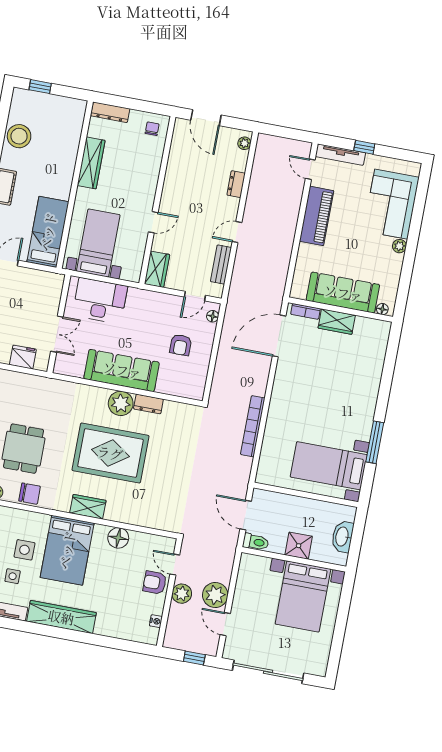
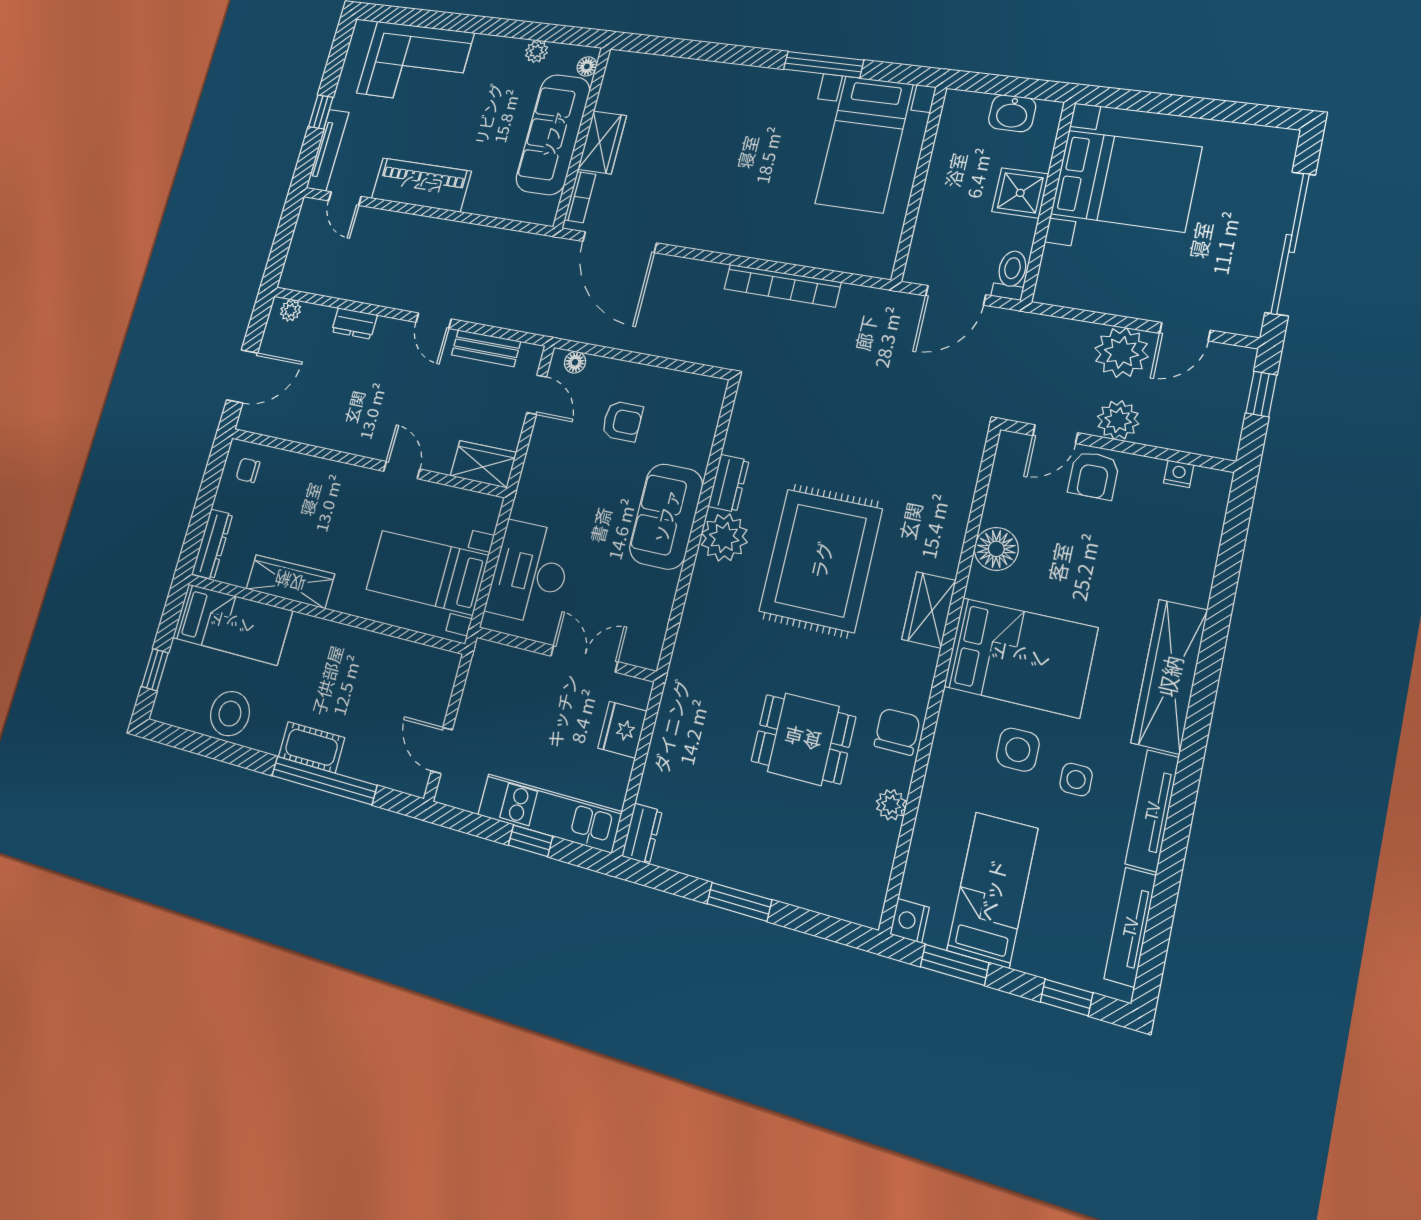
door: (310, 169) -> (345, 199), hinge flipped
bed: (48, 232) -> (232, 624), moved, turned 180
plant: (399, 246) -> (536, 52), moved
sofa: (122, 370) -> (666, 516), width x0.73
washbasin: (342, 537) -> (1012, 113), width x0.72

